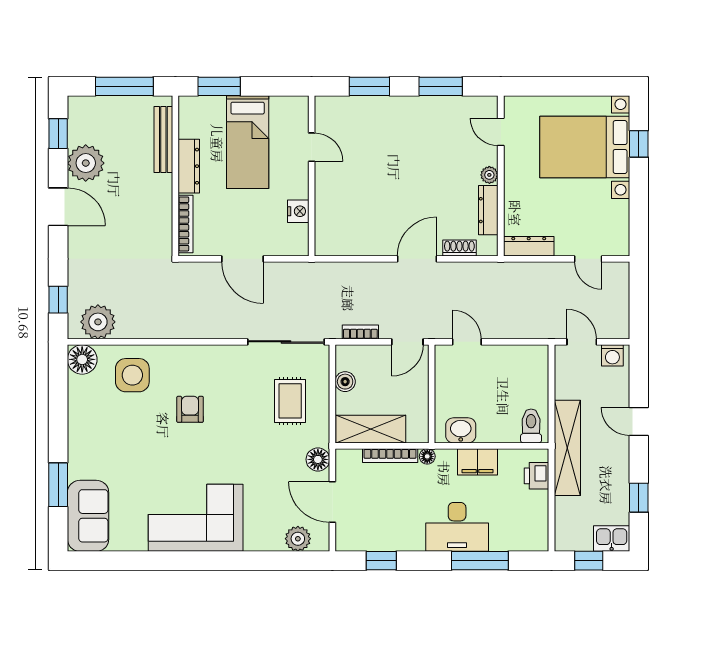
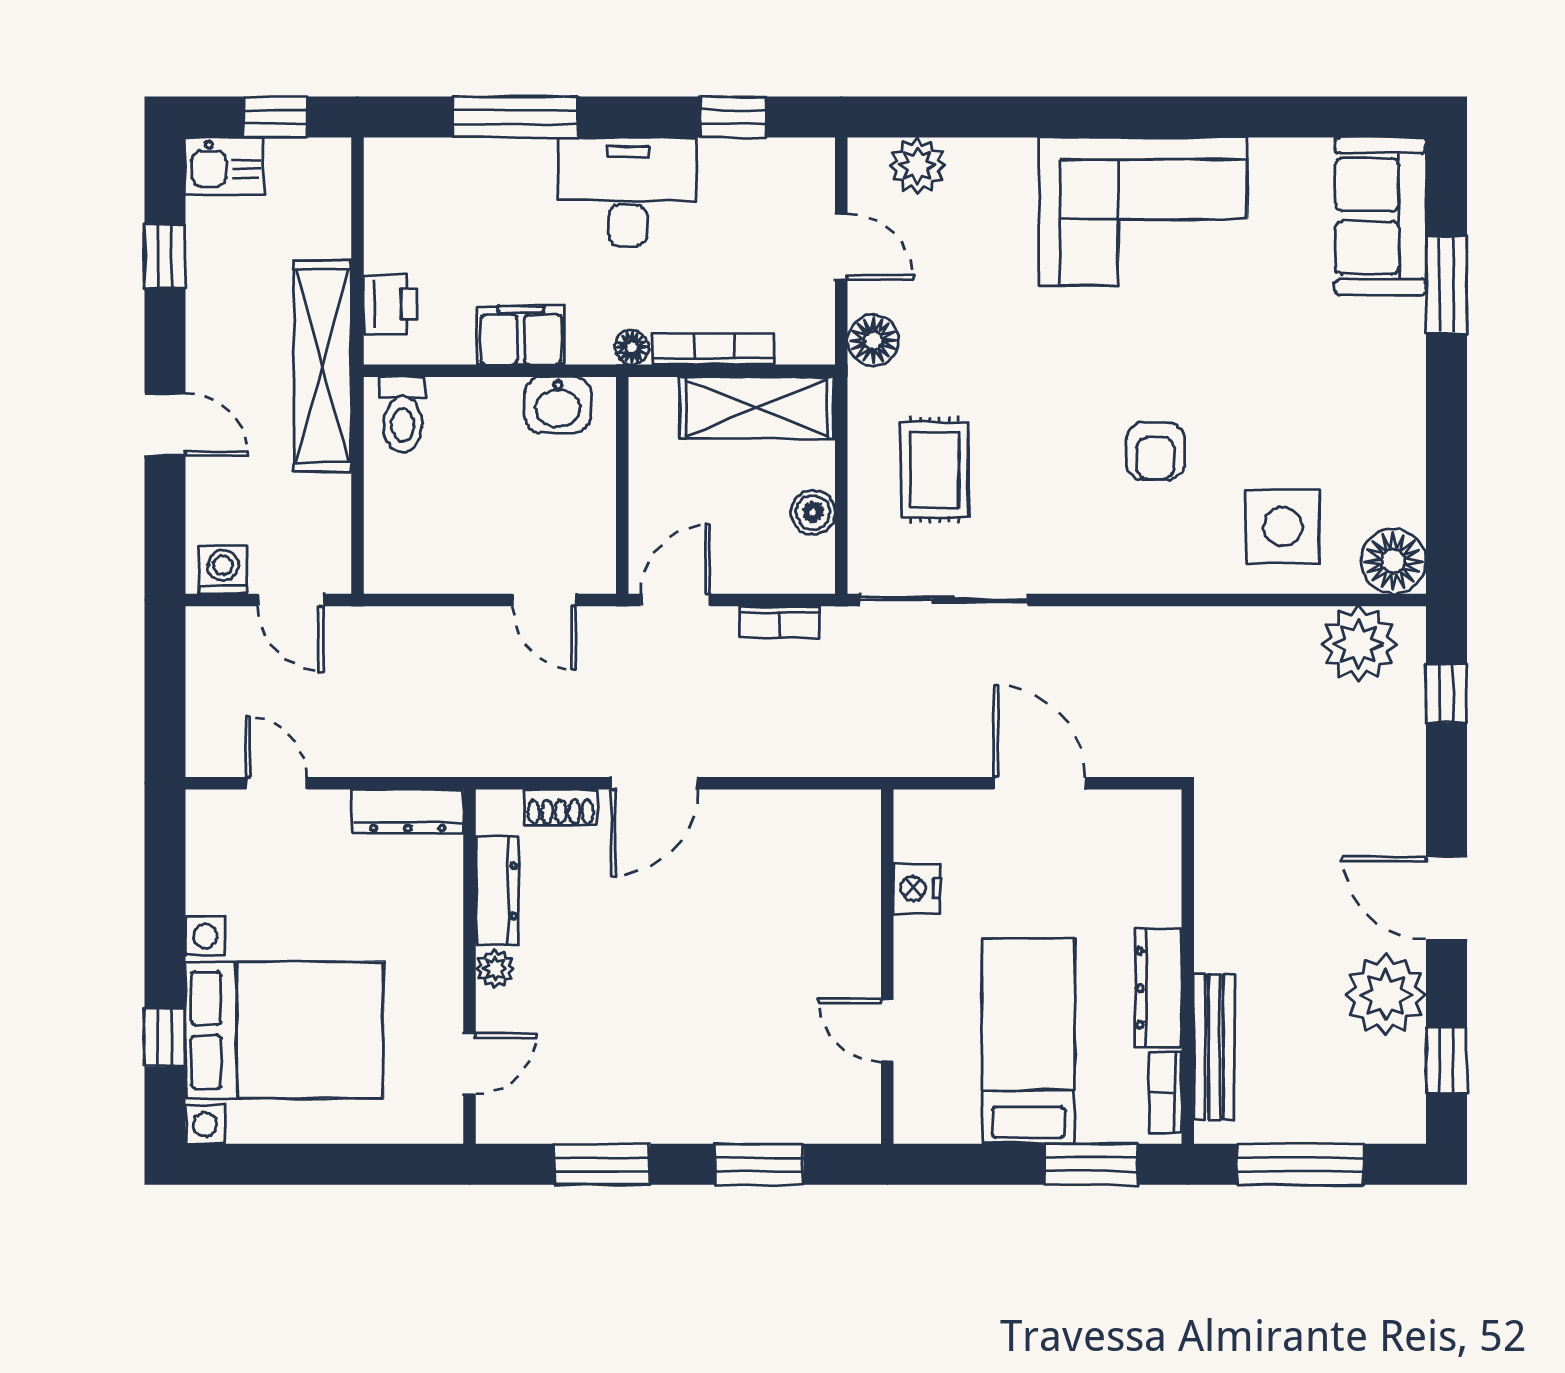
door: (501, 132) -> (469, 1064), hinge flipped
bookcase: (186, 224) -> (1165, 1092), moved, width x0.64
door: (332, 502) -> (841, 247), width x0.73
desk: (457, 527) -> (628, 192), moved

